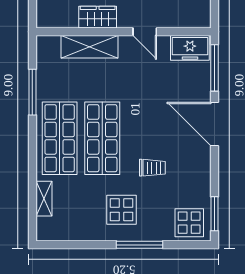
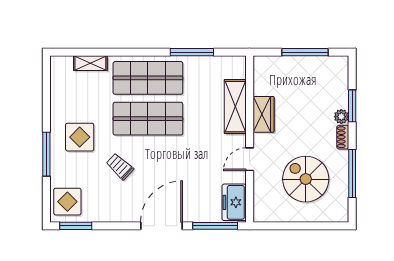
trolley: (152, 168) -> (120, 166), turned 133

